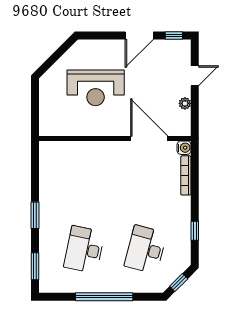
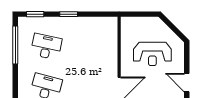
reception desk: (96, 88) -> (152, 54), turned -90
window: (104, 297) -> (15, 45), moved

